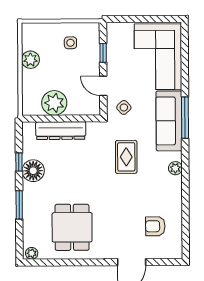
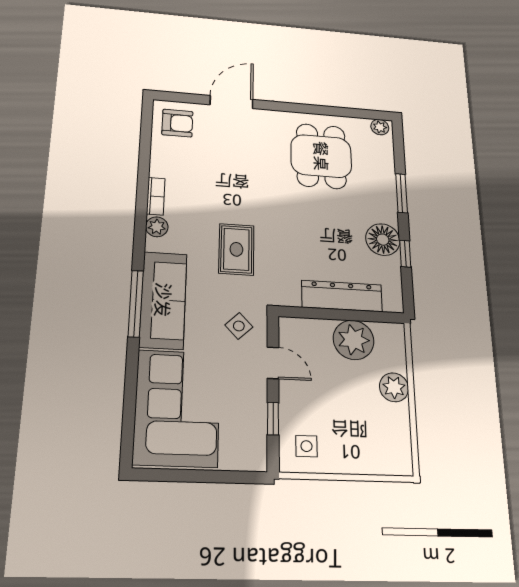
side table: (70, 43) -> (306, 446), moved
plant: (30, 60) -> (394, 387), moved
bookcase: (177, 189) -> (156, 196), added
armchair: (155, 226) -> (177, 123), moved

